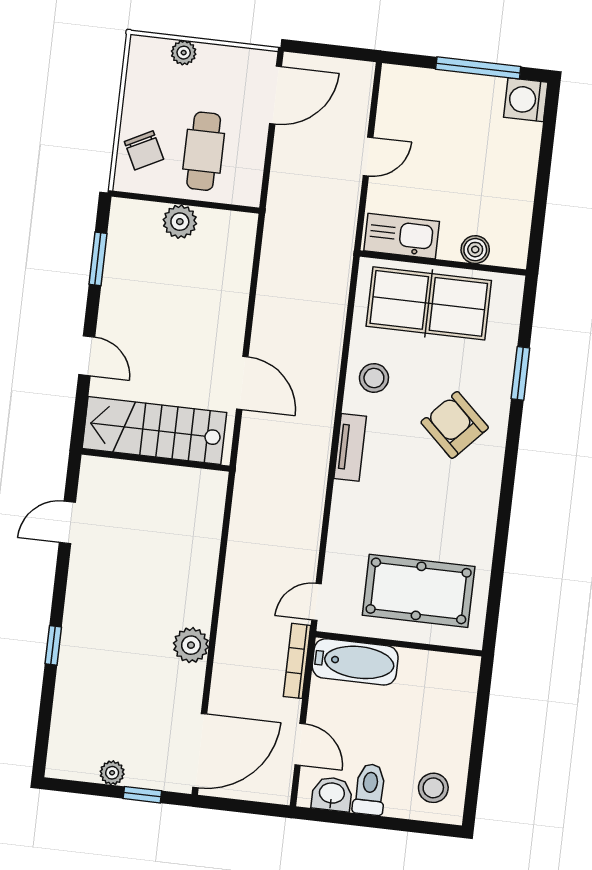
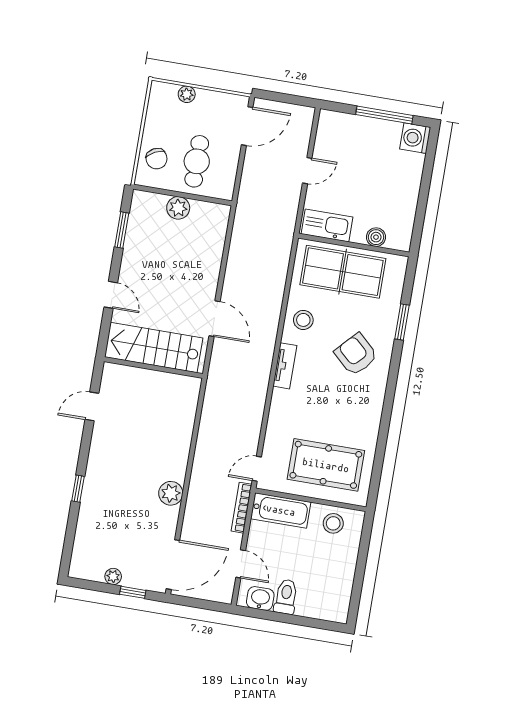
stool: (433, 788) -> (333, 523), moved

